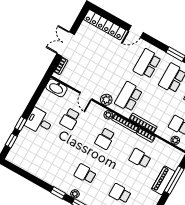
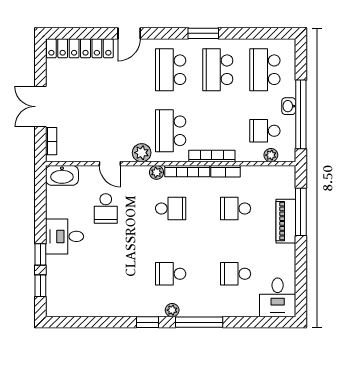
school desk: (105, 139) -> (171, 208), turned -90

